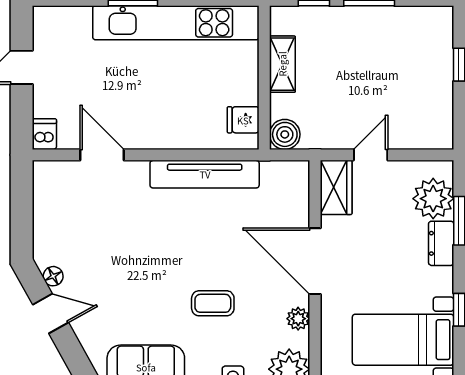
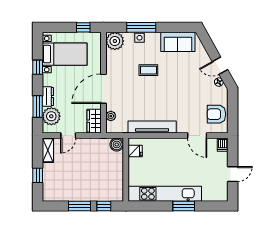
shelving: (282, 64) -> (48, 150), moved
door: (371, 155) -> (68, 135), moved
armchair: (59, 203) -> (216, 114), added
door: (315, 261) -> (103, 89), swing flipped
plant: (298, 319) -> (111, 116), moved

